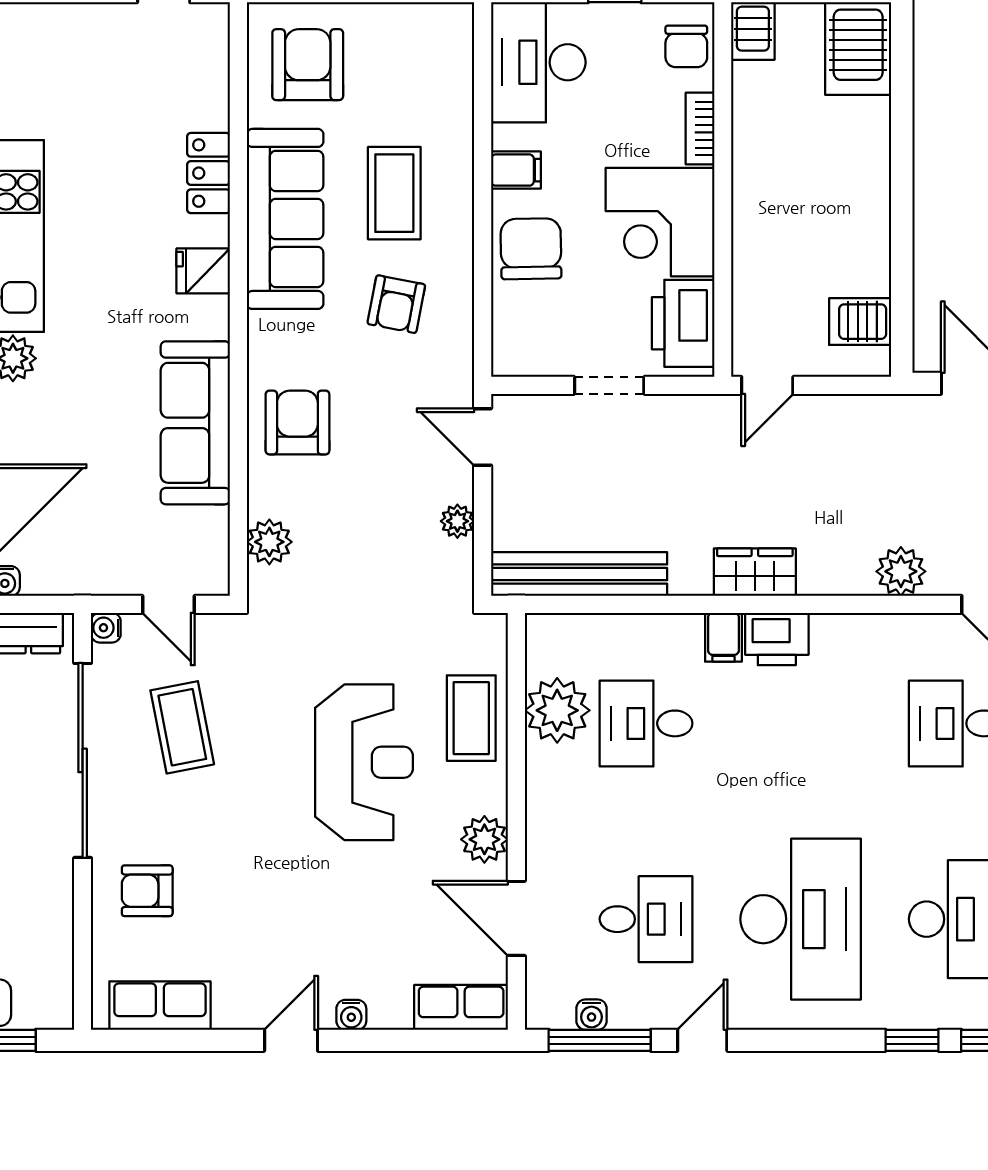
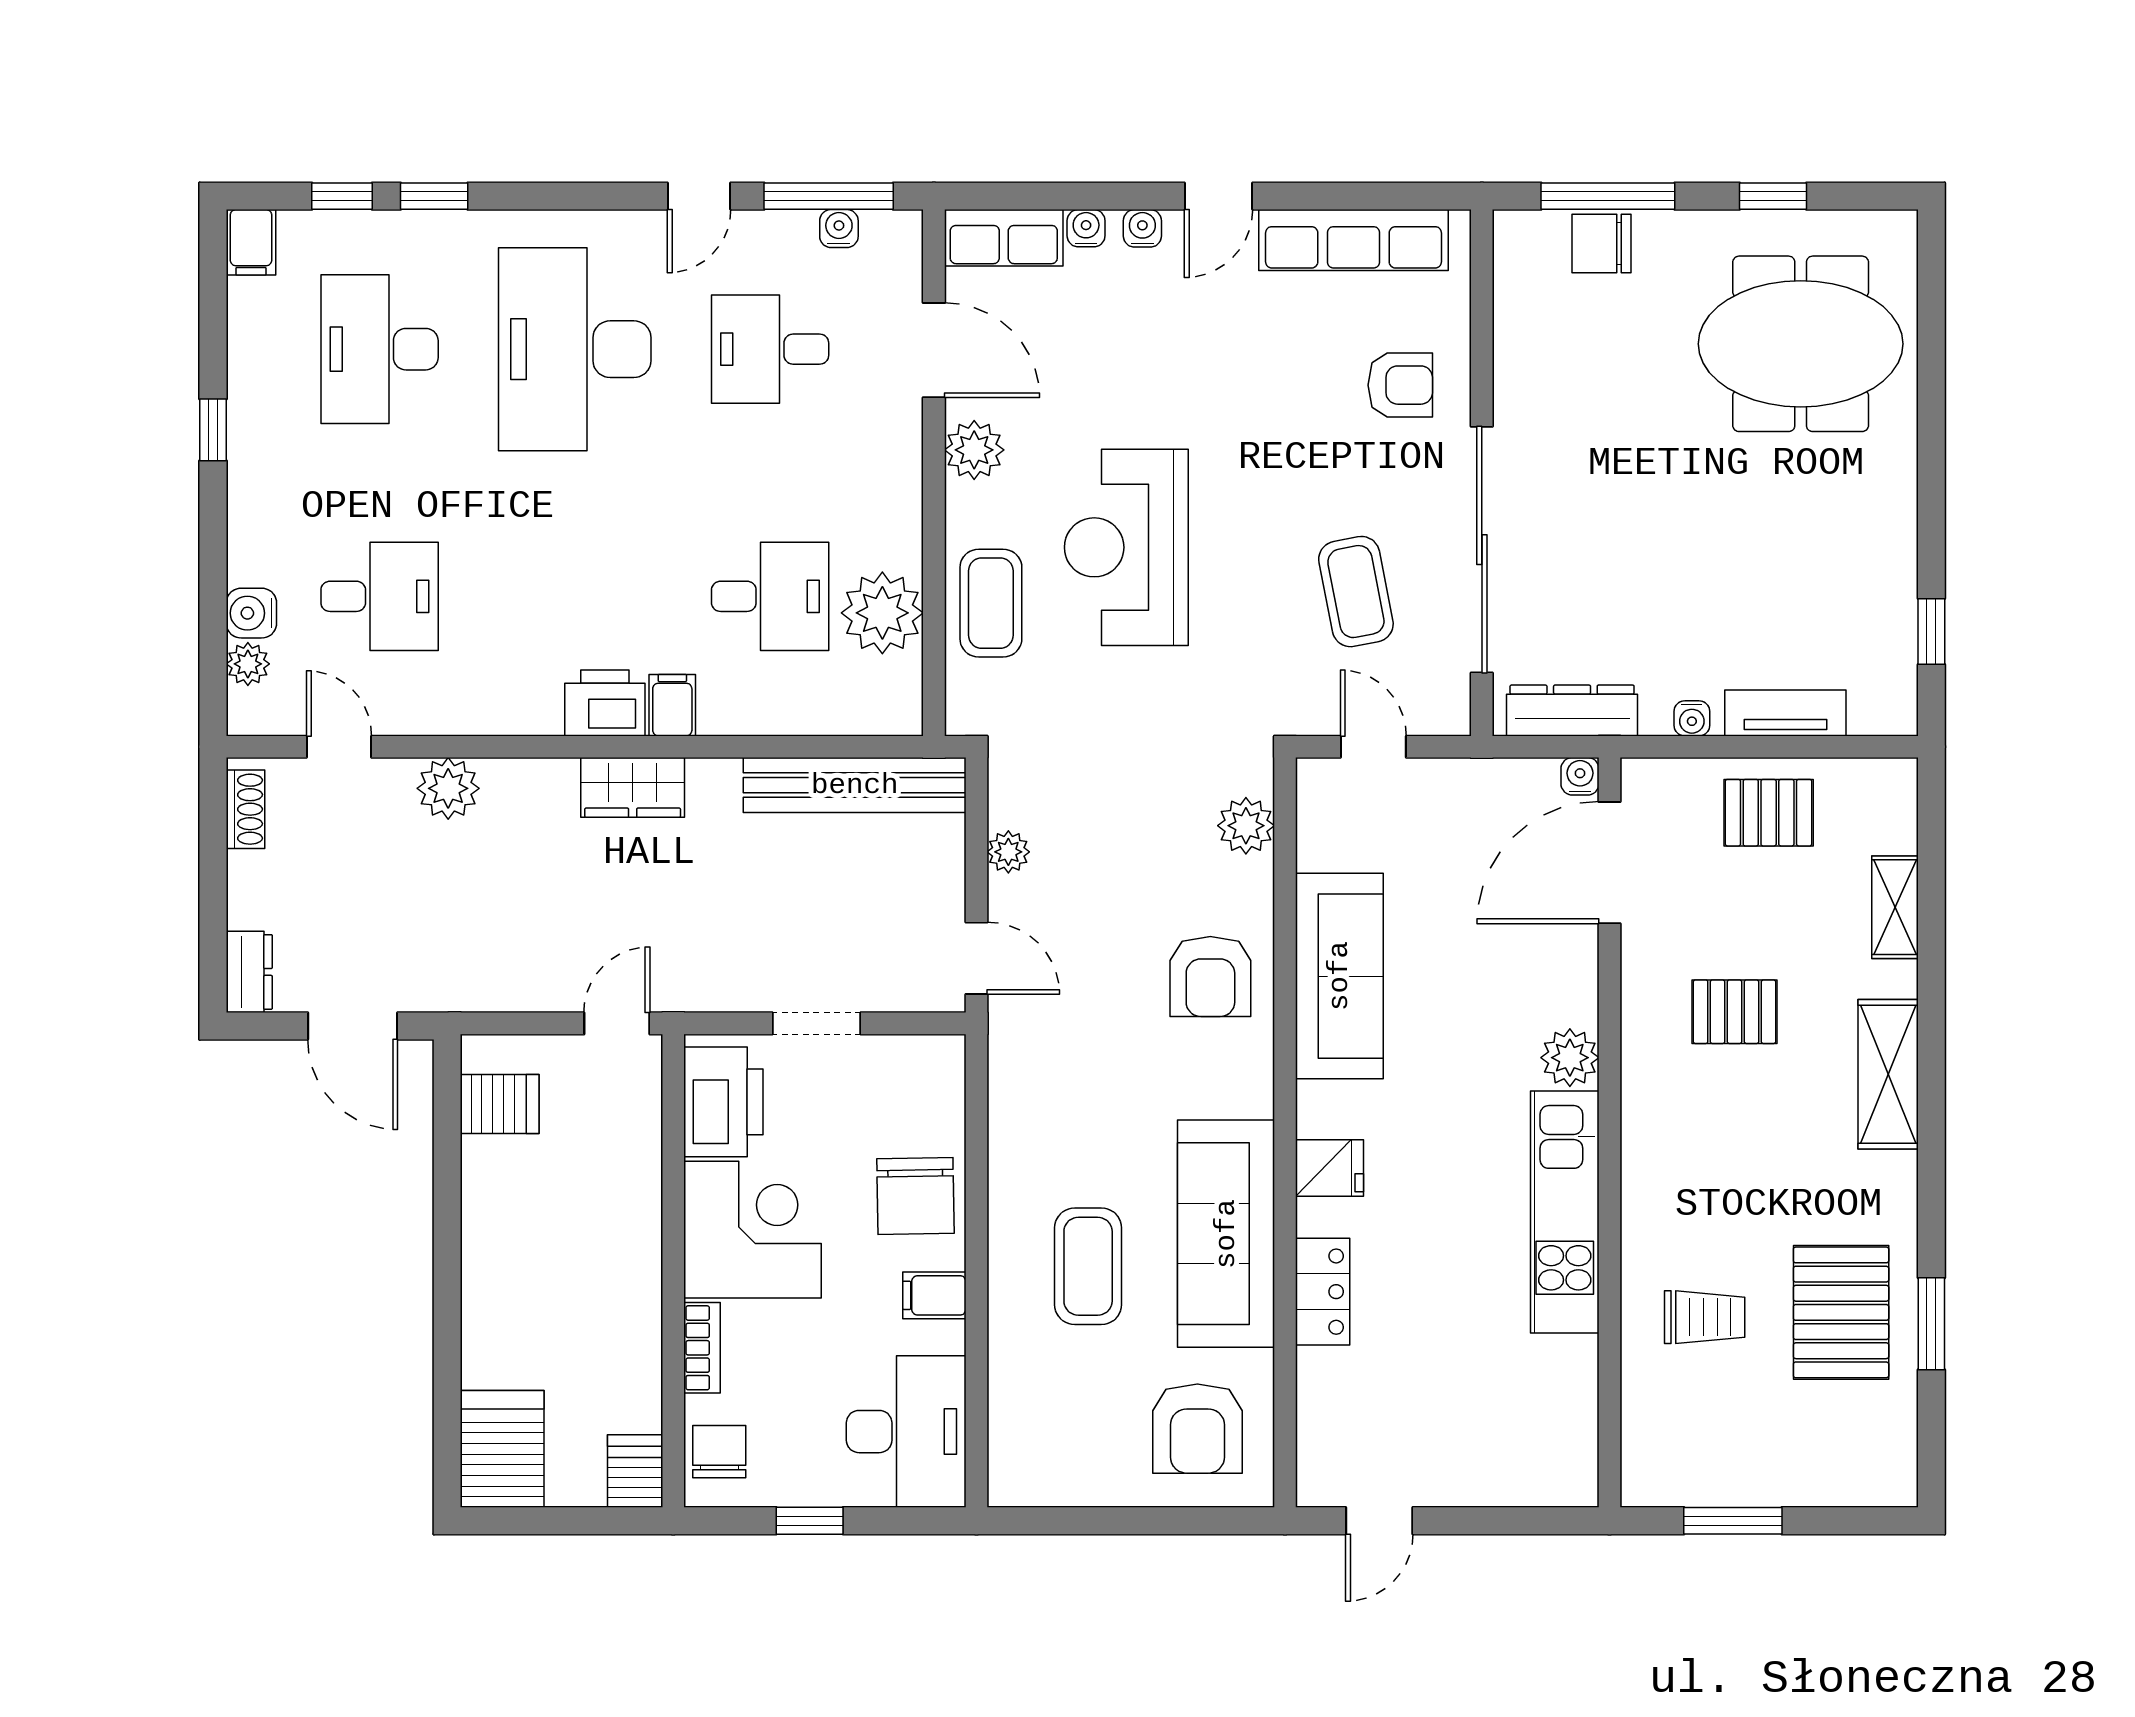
armchair: (396, 304) -> (1086, 1126), removed
water cooler: (106, 628) -> (1086, 228), moved, turned -90
row of seats: (160, 1006) -> (1353, 240), width x1.48

